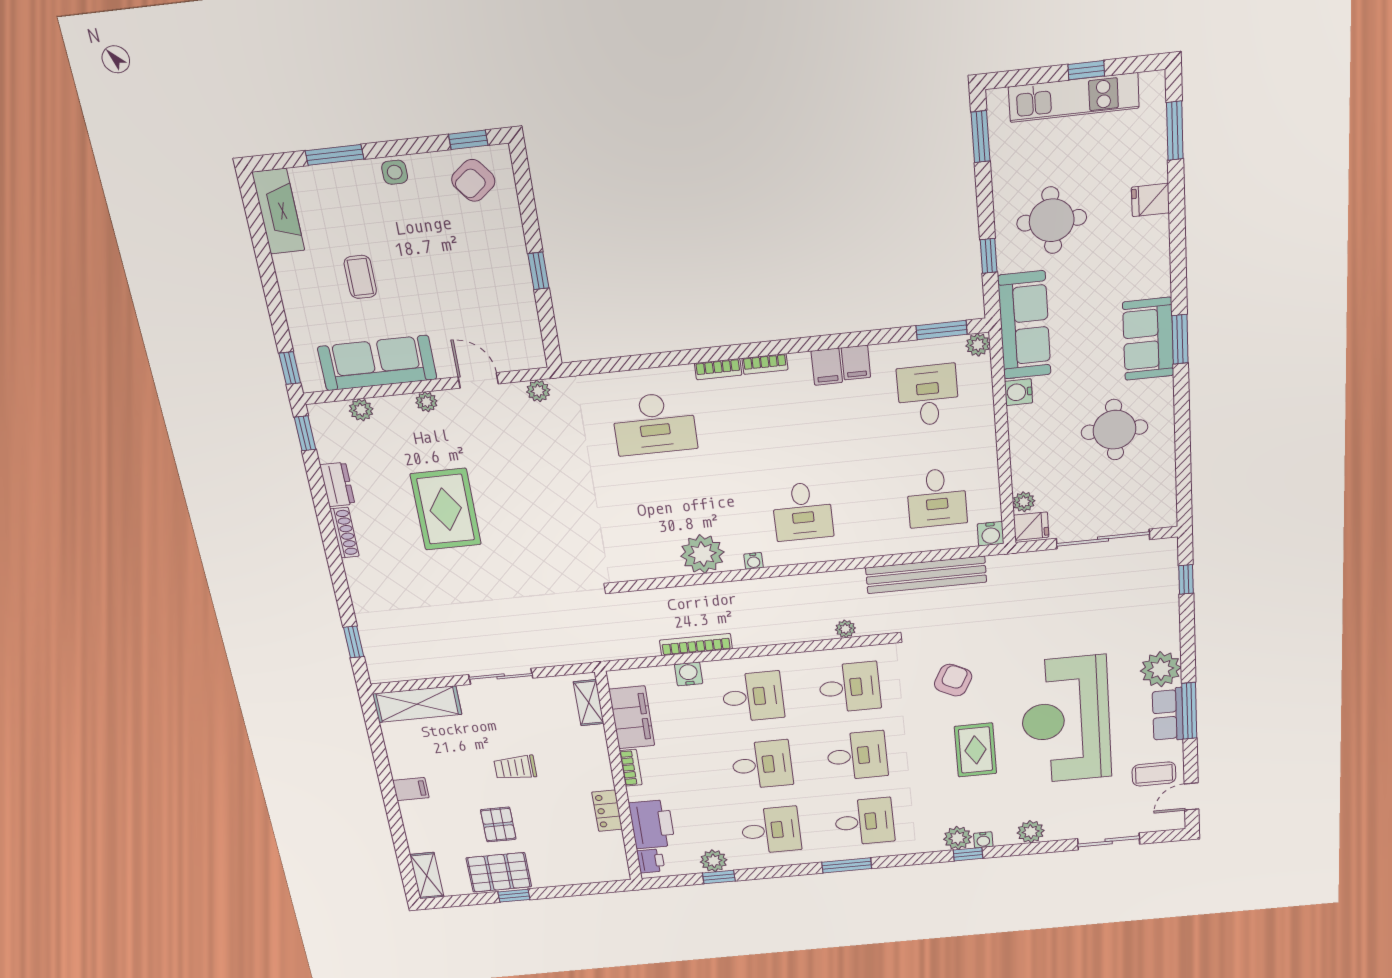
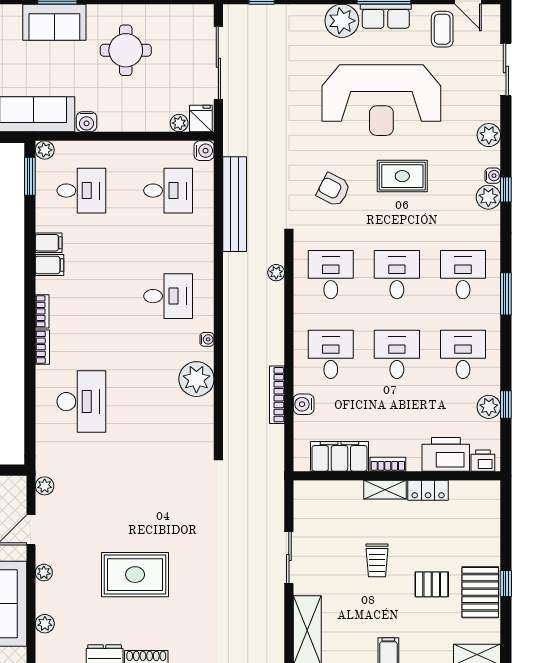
desk: (928, 395) -> (81, 191), turned 180
shelving: (589, 703) -> (385, 490), moved

